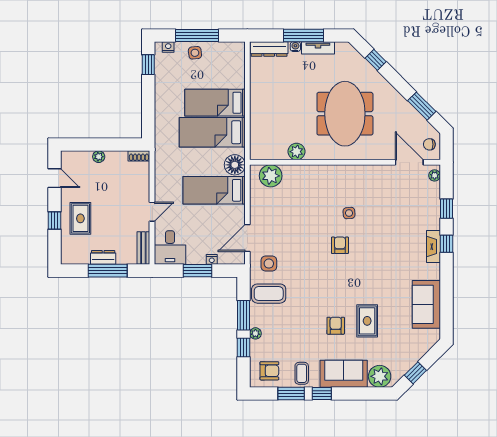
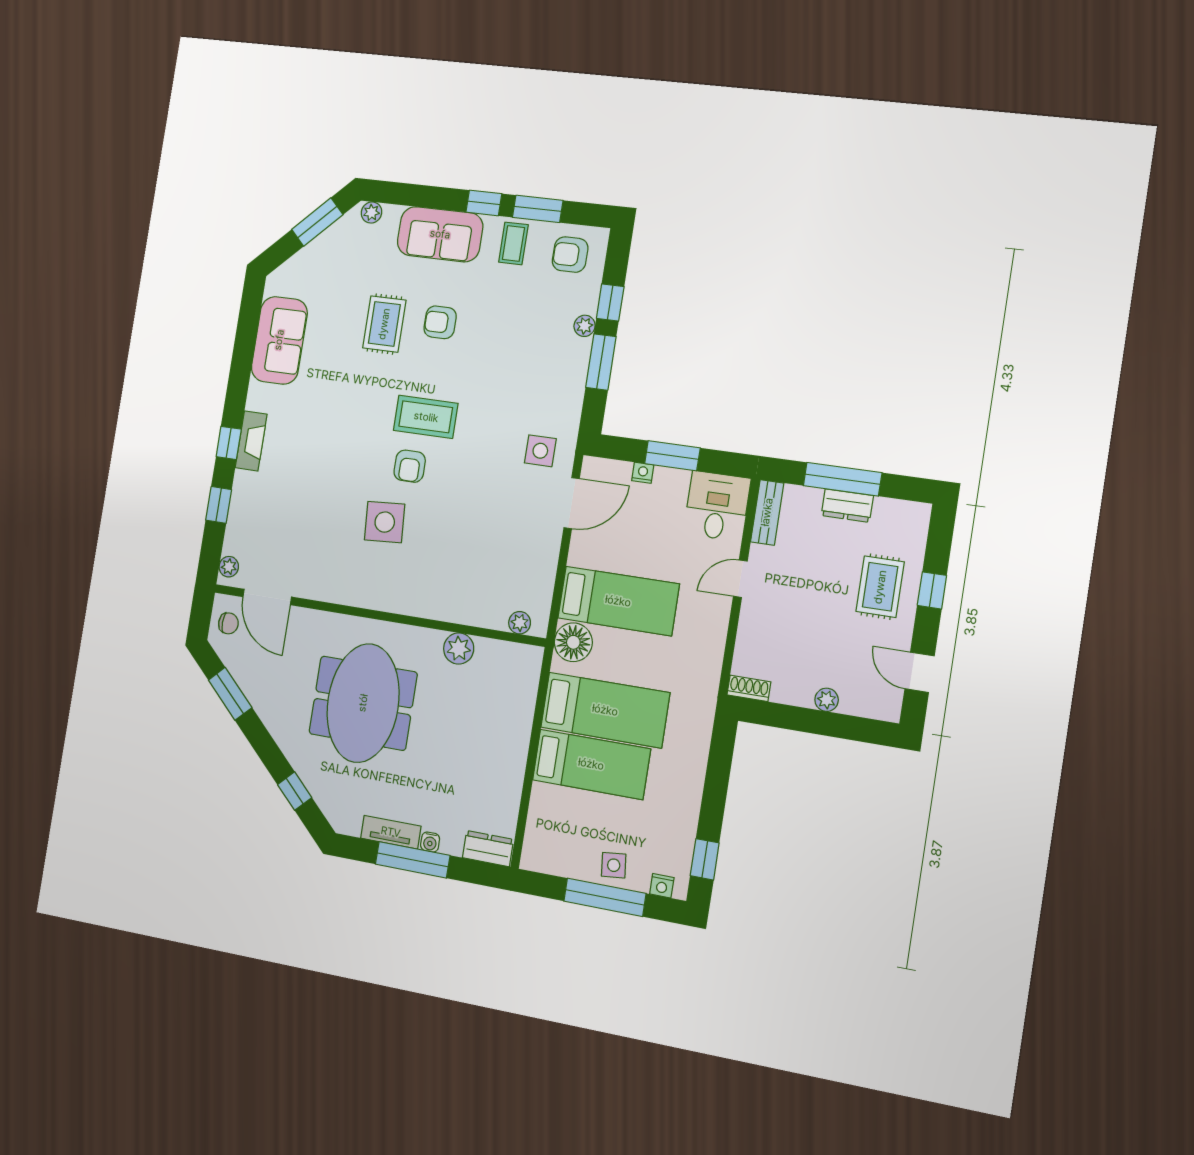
dresser: (269, 49) -> (488, 849), width x0.70
plant: (271, 176) -> (520, 623), width x0.53, depth x0.53
side table: (349, 213) -> (385, 522), width x1.87, depth x1.87
coffee table: (269, 294) -> (426, 417), moved
armchair: (336, 326) -> (440, 322), turned 90
window: (415, 373) -> (317, 222), width x1.50
plant: (380, 376) -> (371, 212), width x0.53, depth x0.53

